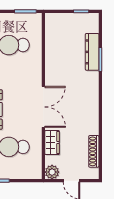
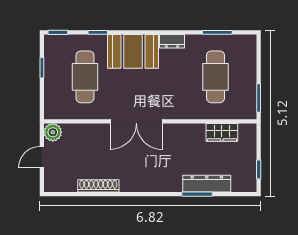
wardrobe: (52, 143) -> (222, 132), moved
shoe rack: (94, 151) -> (98, 186), moved

